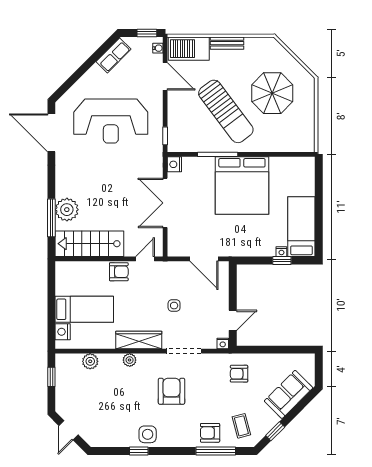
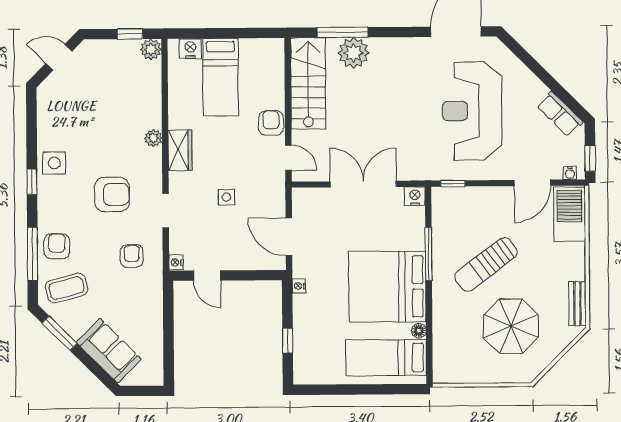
bench: (227, 43) -> (577, 304), moved
sun lounger: (226, 111) -> (486, 264), width x0.73, depth x0.75
floor lamp: (275, 162) -> (419, 331), added
bed: (301, 227) -> (386, 358), moved, turned 180
nightstand: (281, 252) -> (299, 286), moved
door: (204, 259) -> (289, 237), hinge flipped
armchair: (119, 272) -> (271, 123), turned 180
wardrobe: (139, 340) -> (180, 150), width x0.67
doorway: (184, 351) -> (166, 211), width x0.73
plant: (90, 361) -> (151, 49), moved
armchair: (239, 374) -> (132, 256), moved
coffee table: (241, 426) -> (66, 288), width x1.36, depth x1.30
window: (275, 431) -> (60, 333), width x1.50
window: (139, 451) -> (32, 182), moved

